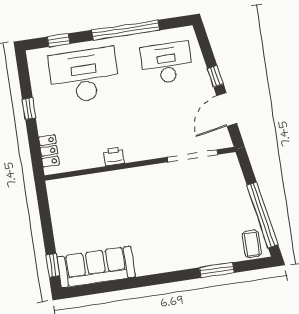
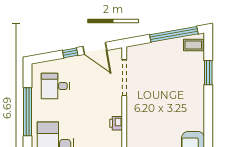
desk: (167, 63) -> (55, 86), width x0.73
printer: (114, 156) -> (116, 123), moved

